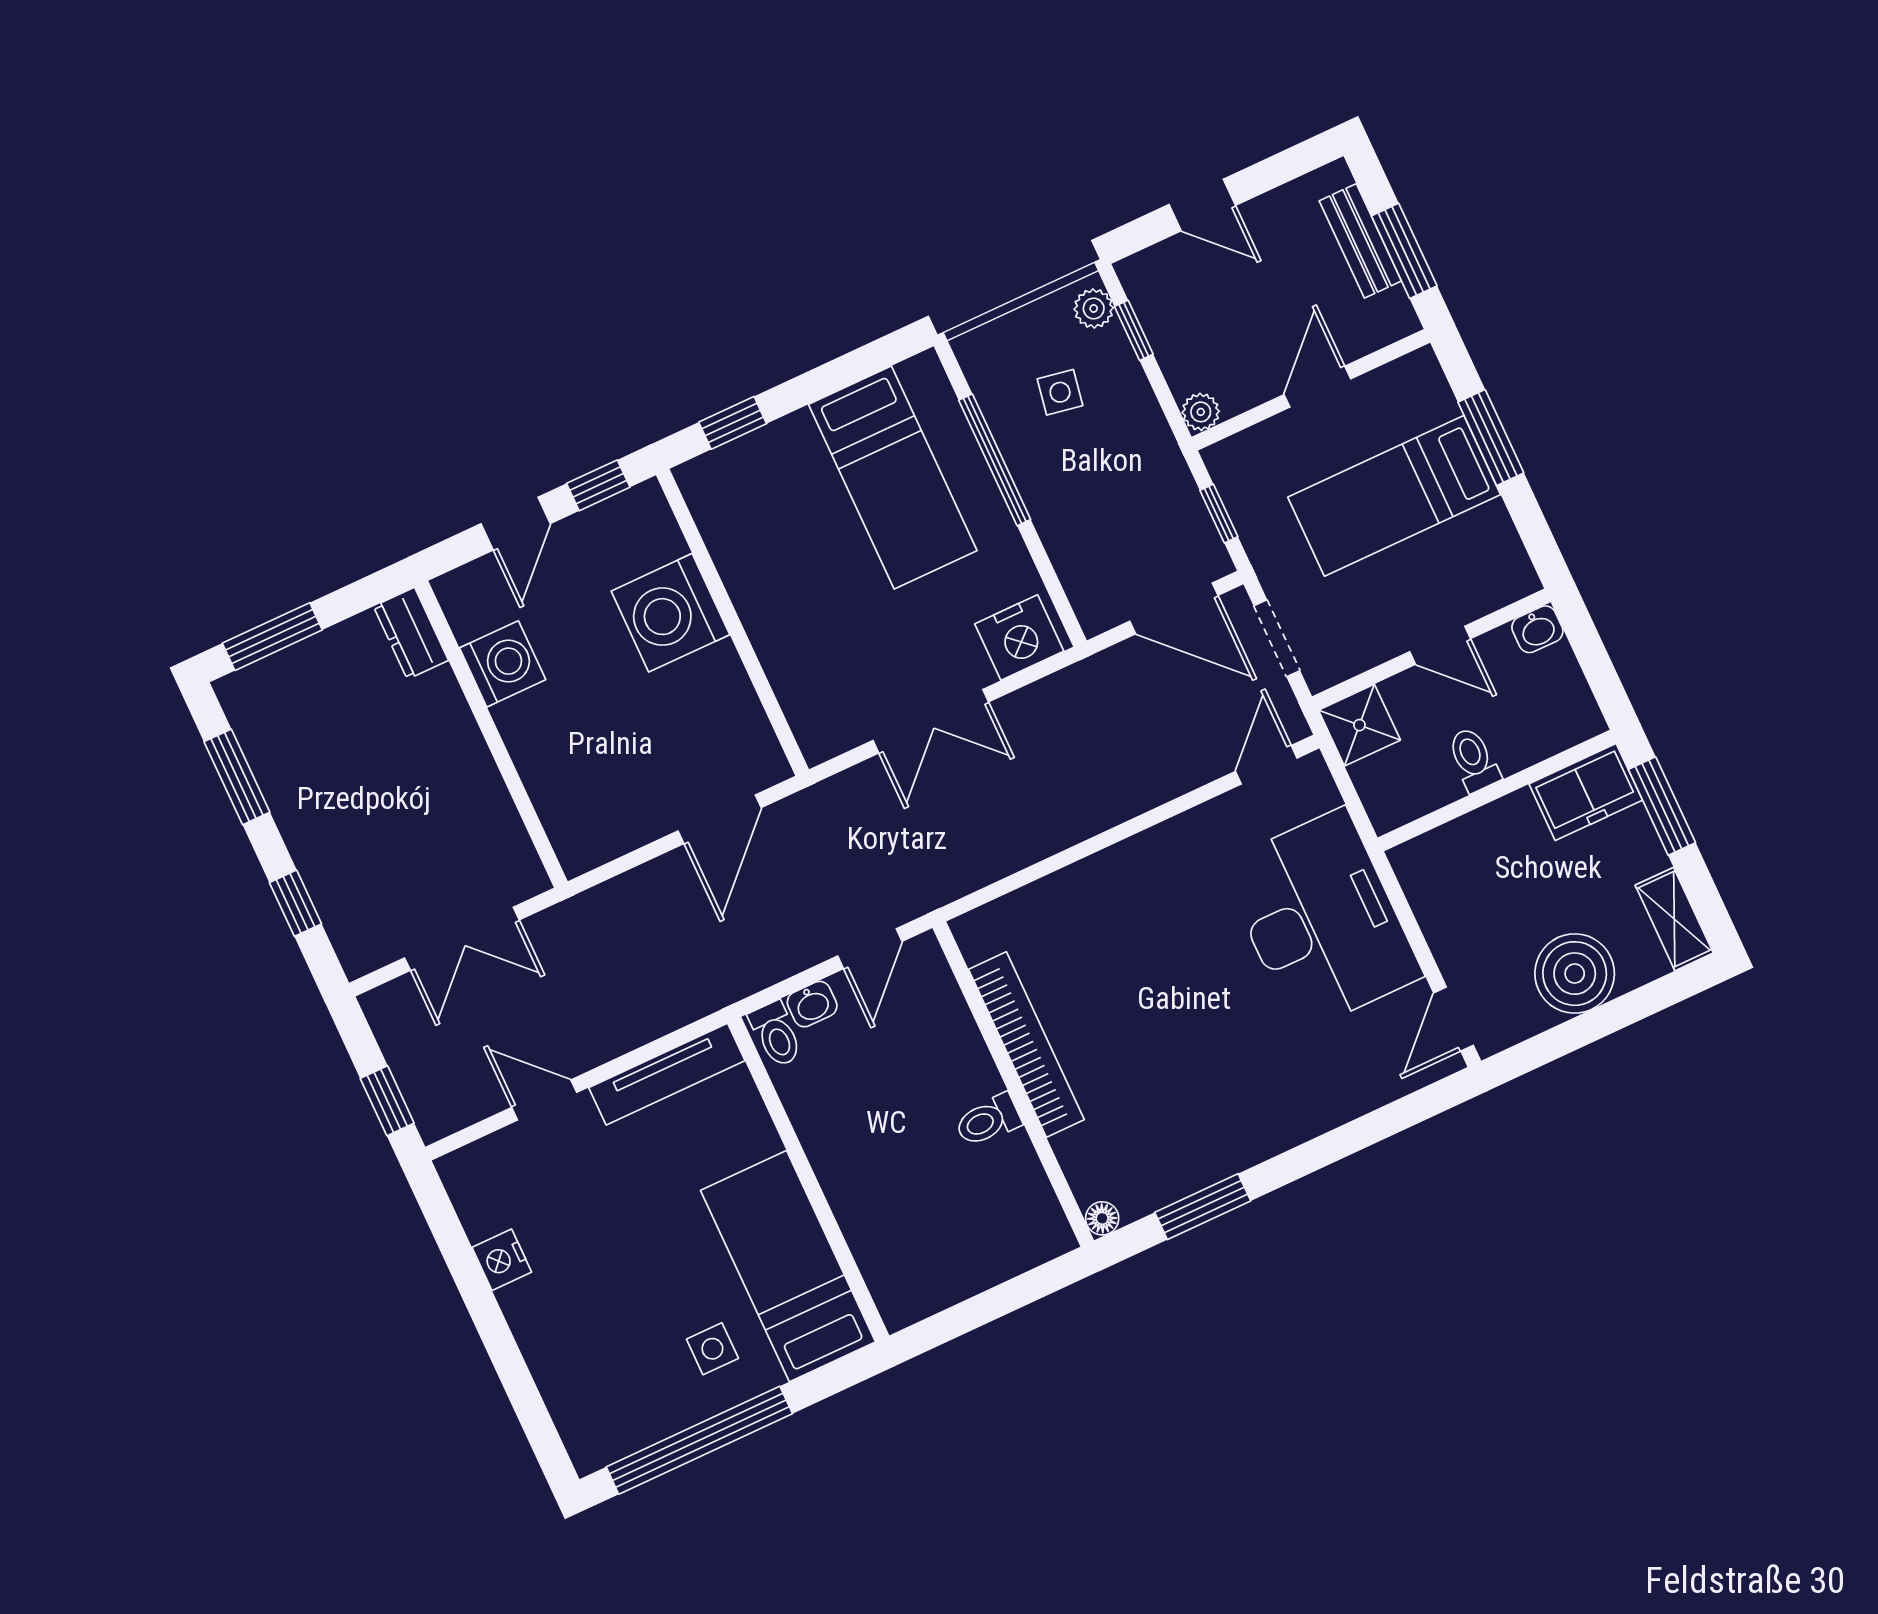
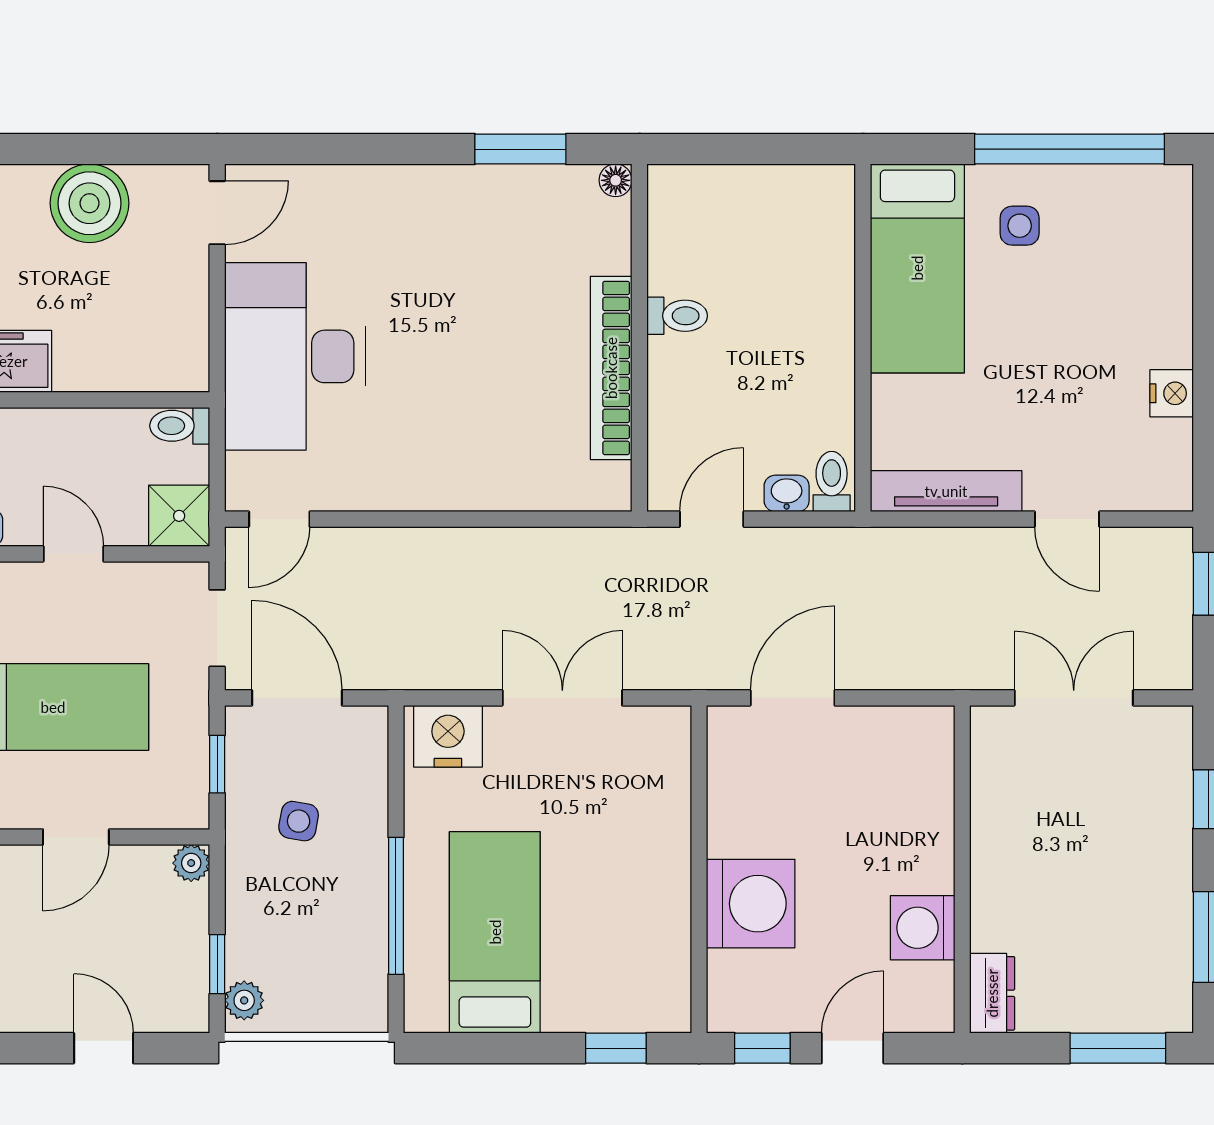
side table: (1060, 392) -> (299, 821), moved
toilet: (1474, 760) -> (180, 426), moved, turned 90

